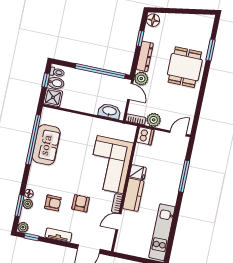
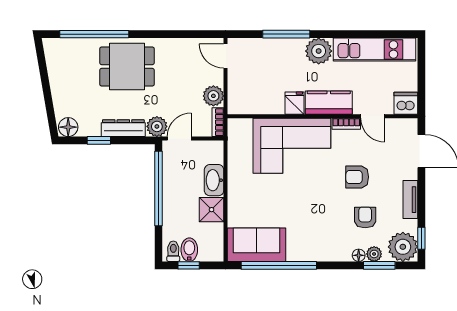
window: (211, 50) -> (94, 34), width x2.11
shower: (53, 97) -> (212, 210), moved
washbasin: (109, 111) -> (214, 180), moved
dishwasher: (145, 136) -> (406, 103), moved
sofa: (46, 145) -> (257, 245), moved
plant: (169, 195) -> (319, 51), added
plant: (23, 227) -> (403, 247), width x1.87, depth x1.87

